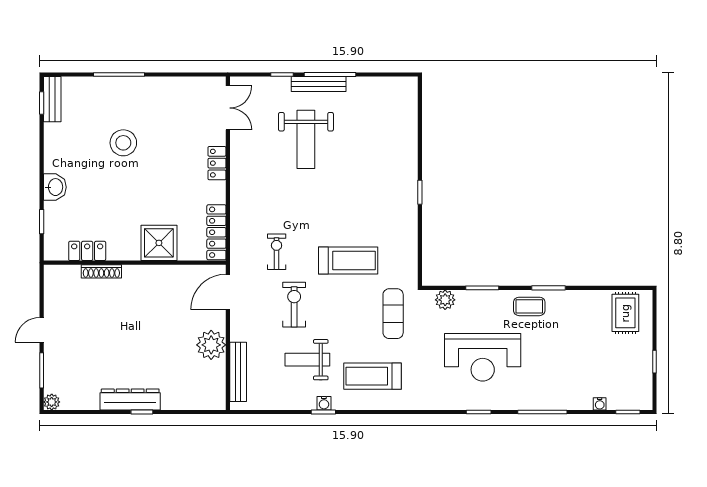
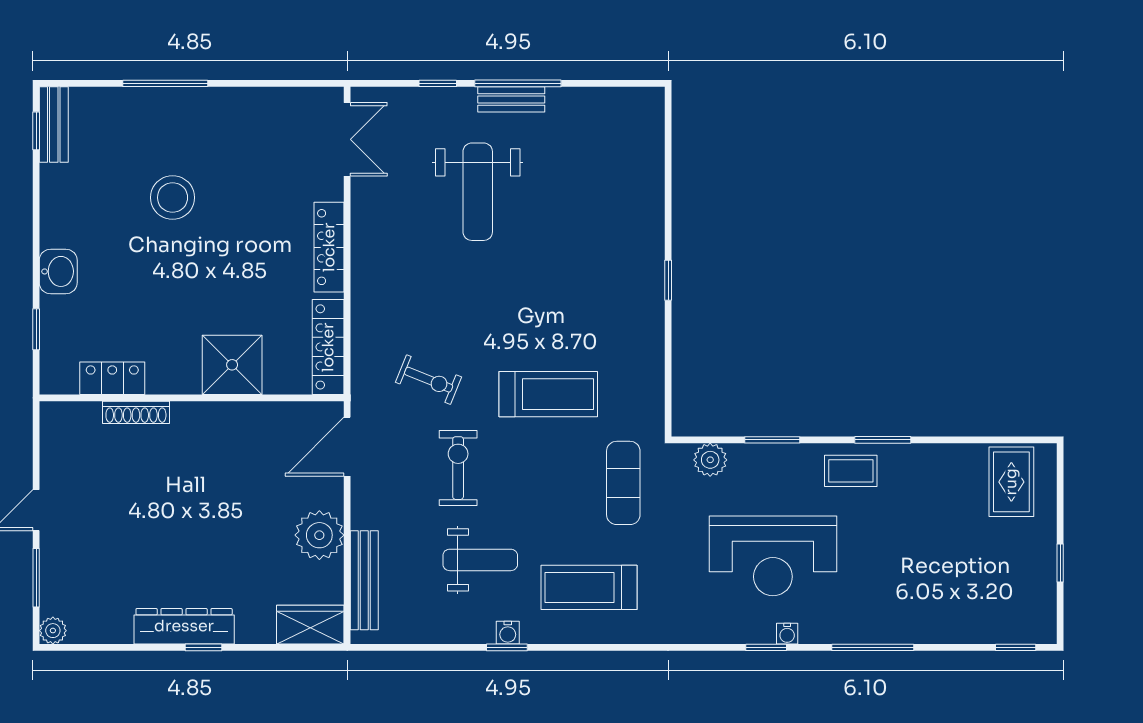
bench: (319, 84) -> (511, 99), width x0.73
locker: (217, 163) -> (329, 247), width x1.53
exercise bike: (277, 252) -> (429, 380), turned 112
weight bench: (307, 360) -> (480, 560), turned 180
wardrobe: (206, 398) -> (310, 625), added
water cooler: (600, 404) -> (787, 634), moved

